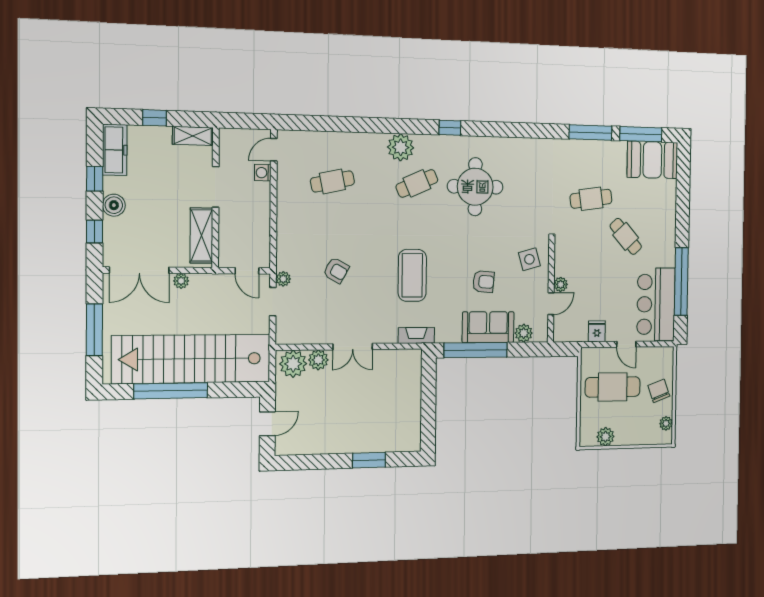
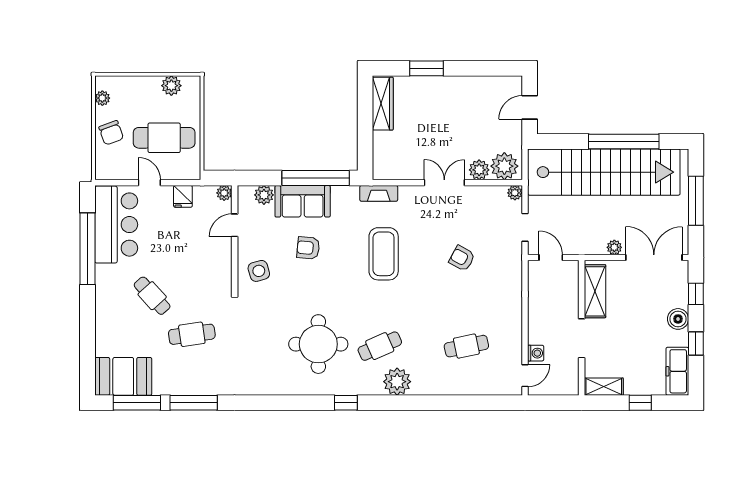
plant: (283, 279) -> (515, 193), moved
plant: (561, 284) -> (224, 193), moved
wardrobe: (411, 424) -> (383, 104), added

